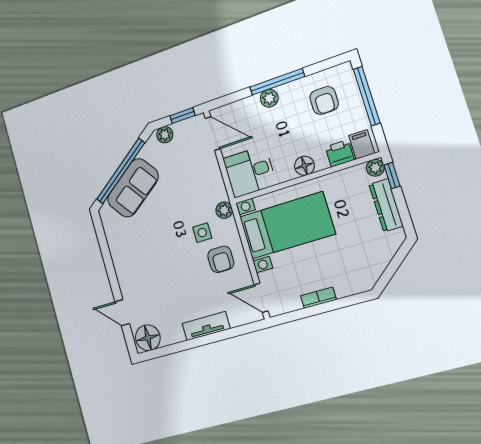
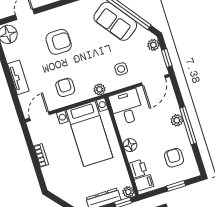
window: (367, 96) -> (176, 186), width x0.46
armchair: (324, 101) -> (174, 158), turned 90
side table: (202, 233) -> (121, 69), moved
armchair: (221, 259) -> (65, 87), turned 90
armchair: (159, 267) -> (59, 42), added

